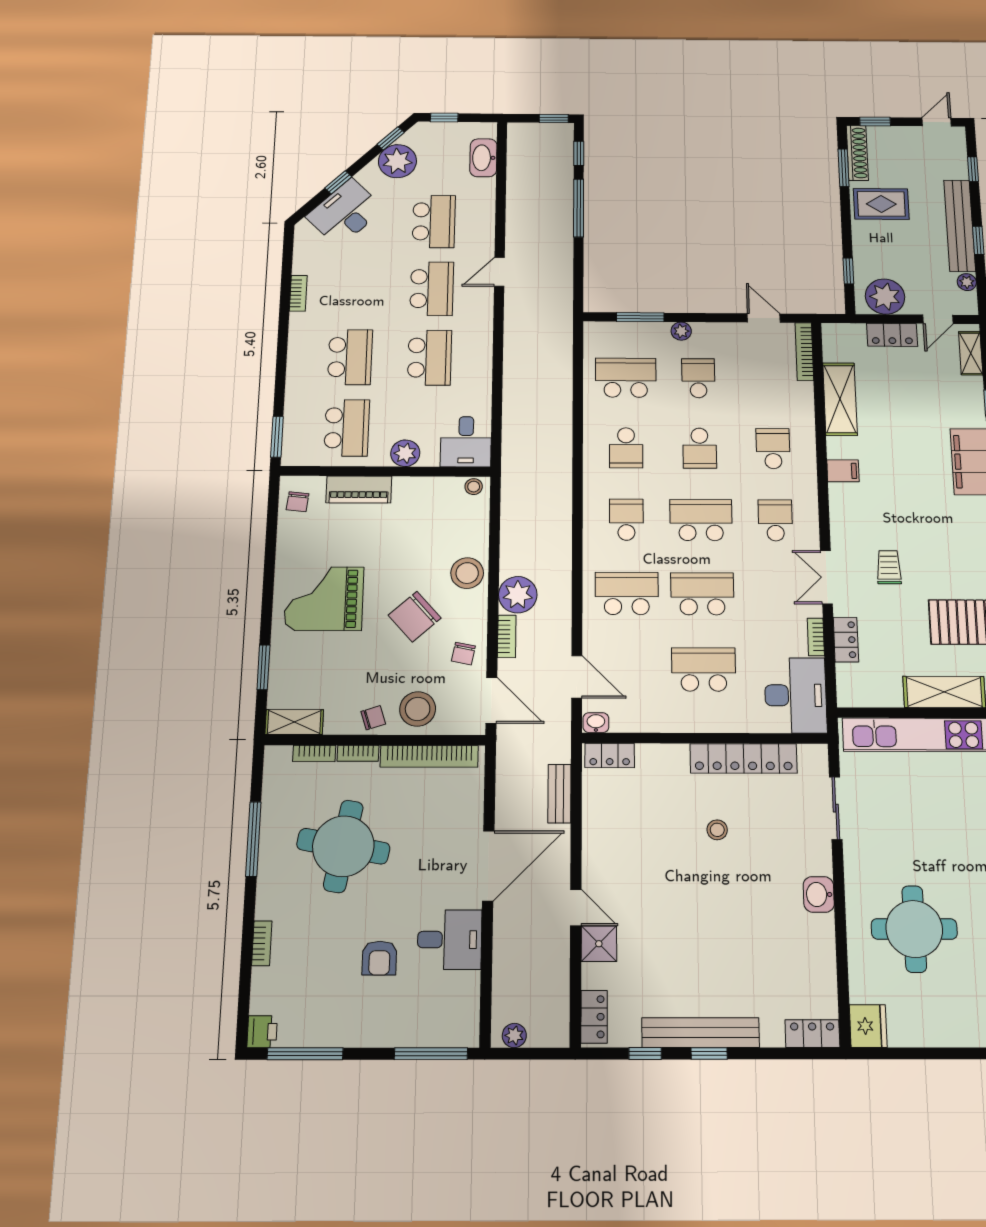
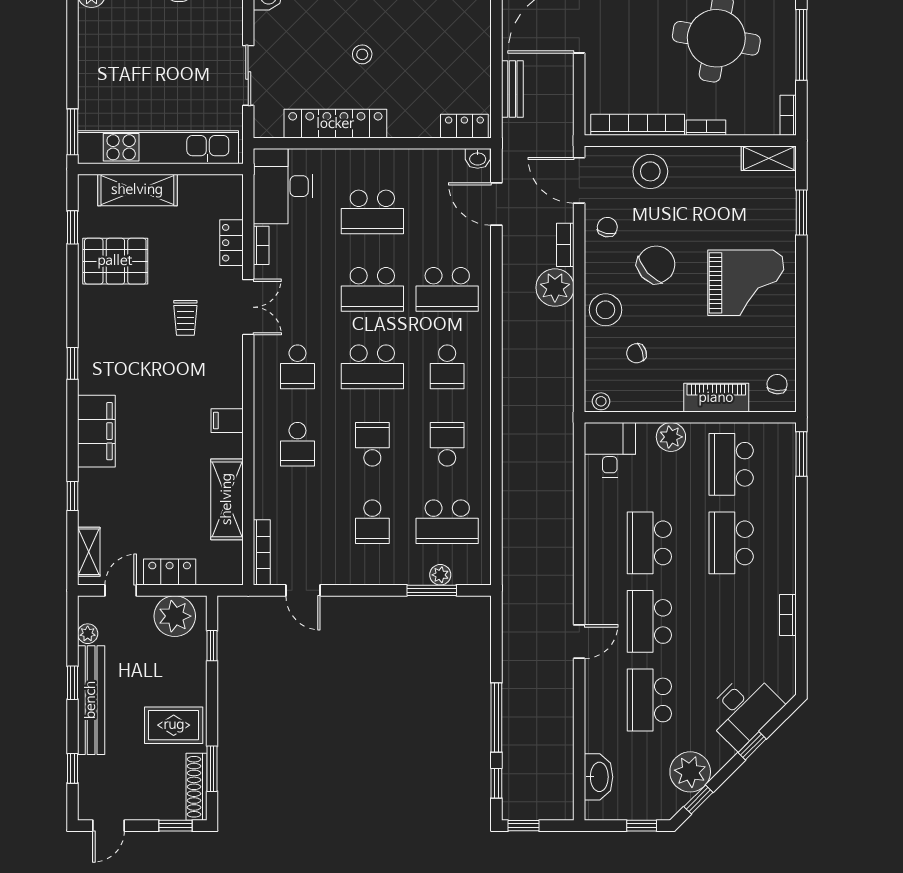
plant: (681, 331) -> (440, 575), moved
chair: (373, 718) -> (636, 353), moved
bookcase: (314, 753) -> (788, 115), moved, turned -90

